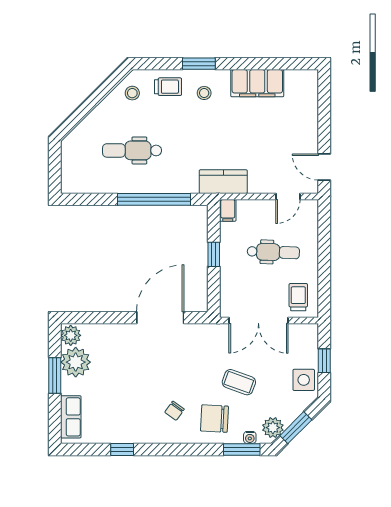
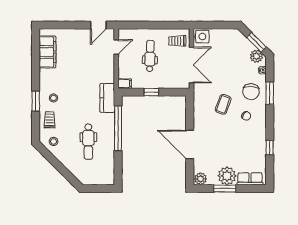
filing cabinet: (257, 83) -> (48, 52), moved
kitchen counter: (223, 182) -> (107, 98), moved
door: (288, 196) -> (116, 47), hinge flipped
door: (160, 318) -> (190, 144), moved
window: (324, 361) -> (216, 25), removed
plant: (76, 362) -> (227, 176), moved
side table: (304, 380) -> (202, 37), moved
coffee table: (239, 382) -> (223, 104), moved
window: (242, 449) -> (270, 93), moved

